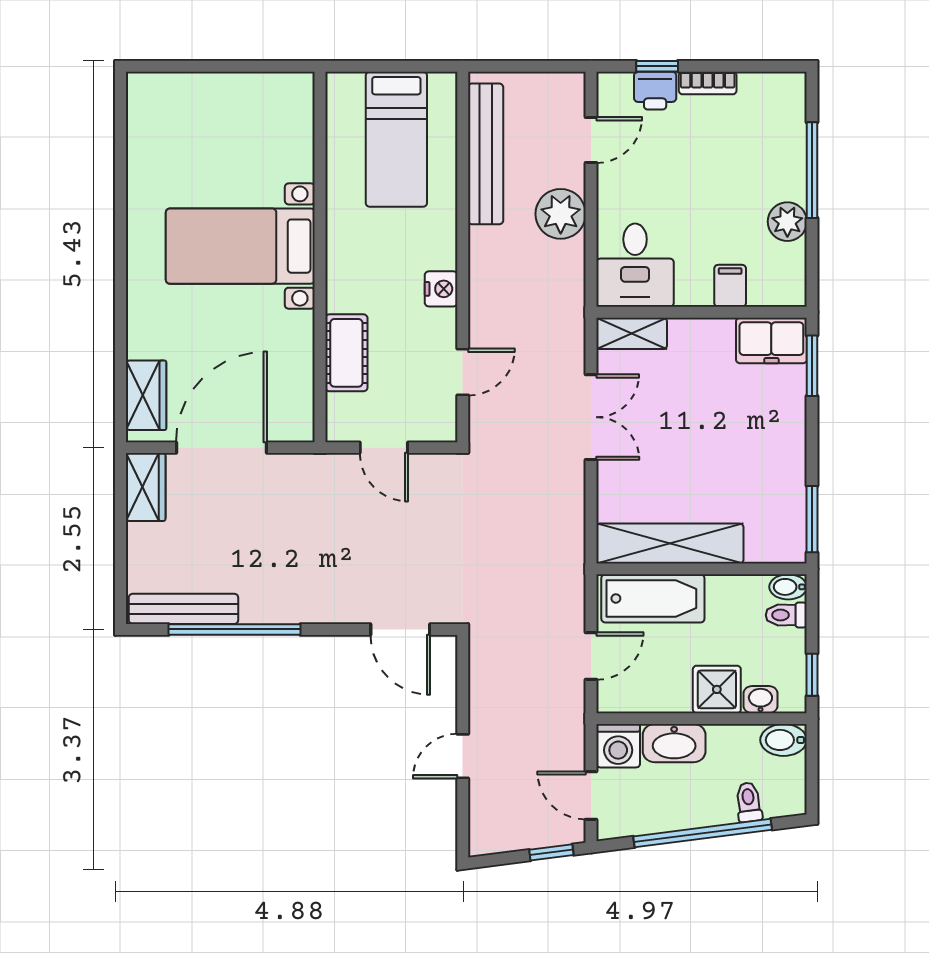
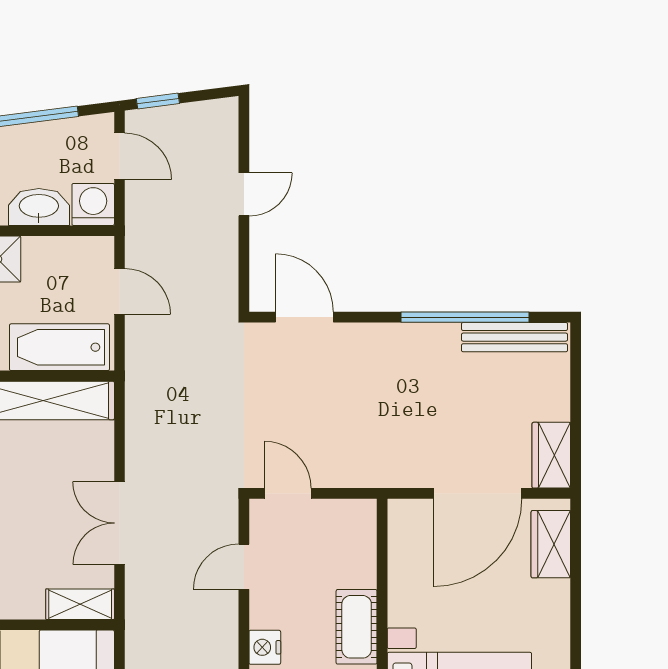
cot: (346, 353) -> (357, 627), moved
door: (384, 448) -> (288, 493), moved
door: (591, 656) -> (119, 291), swing flipped

